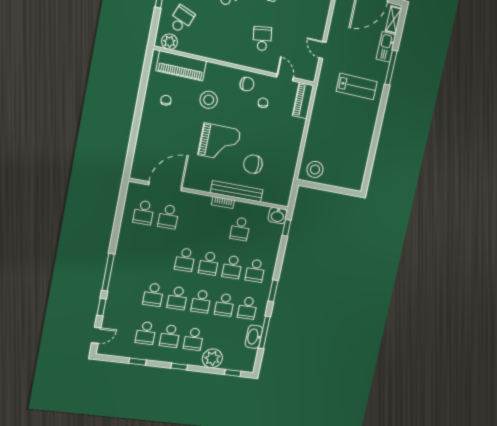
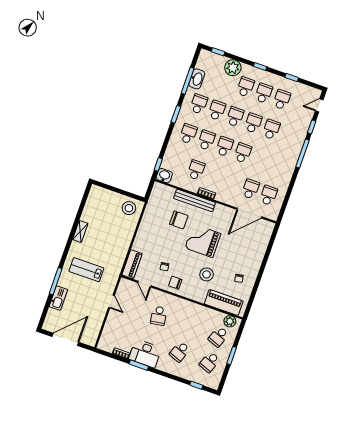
shelving: (394, 20) -> (80, 231), moved

